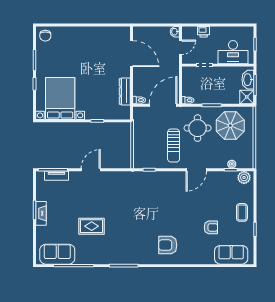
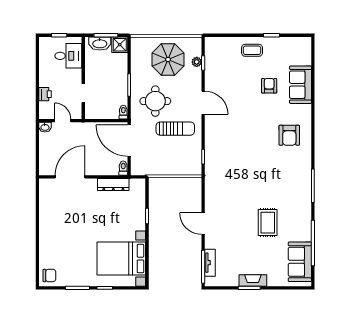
desk: (233, 52) -> (68, 56), width x0.73
parasol: (230, 126) -> (168, 59), moved
plant: (244, 177) -> (212, 48), removed
sofa: (231, 255) -> (300, 85), moved

